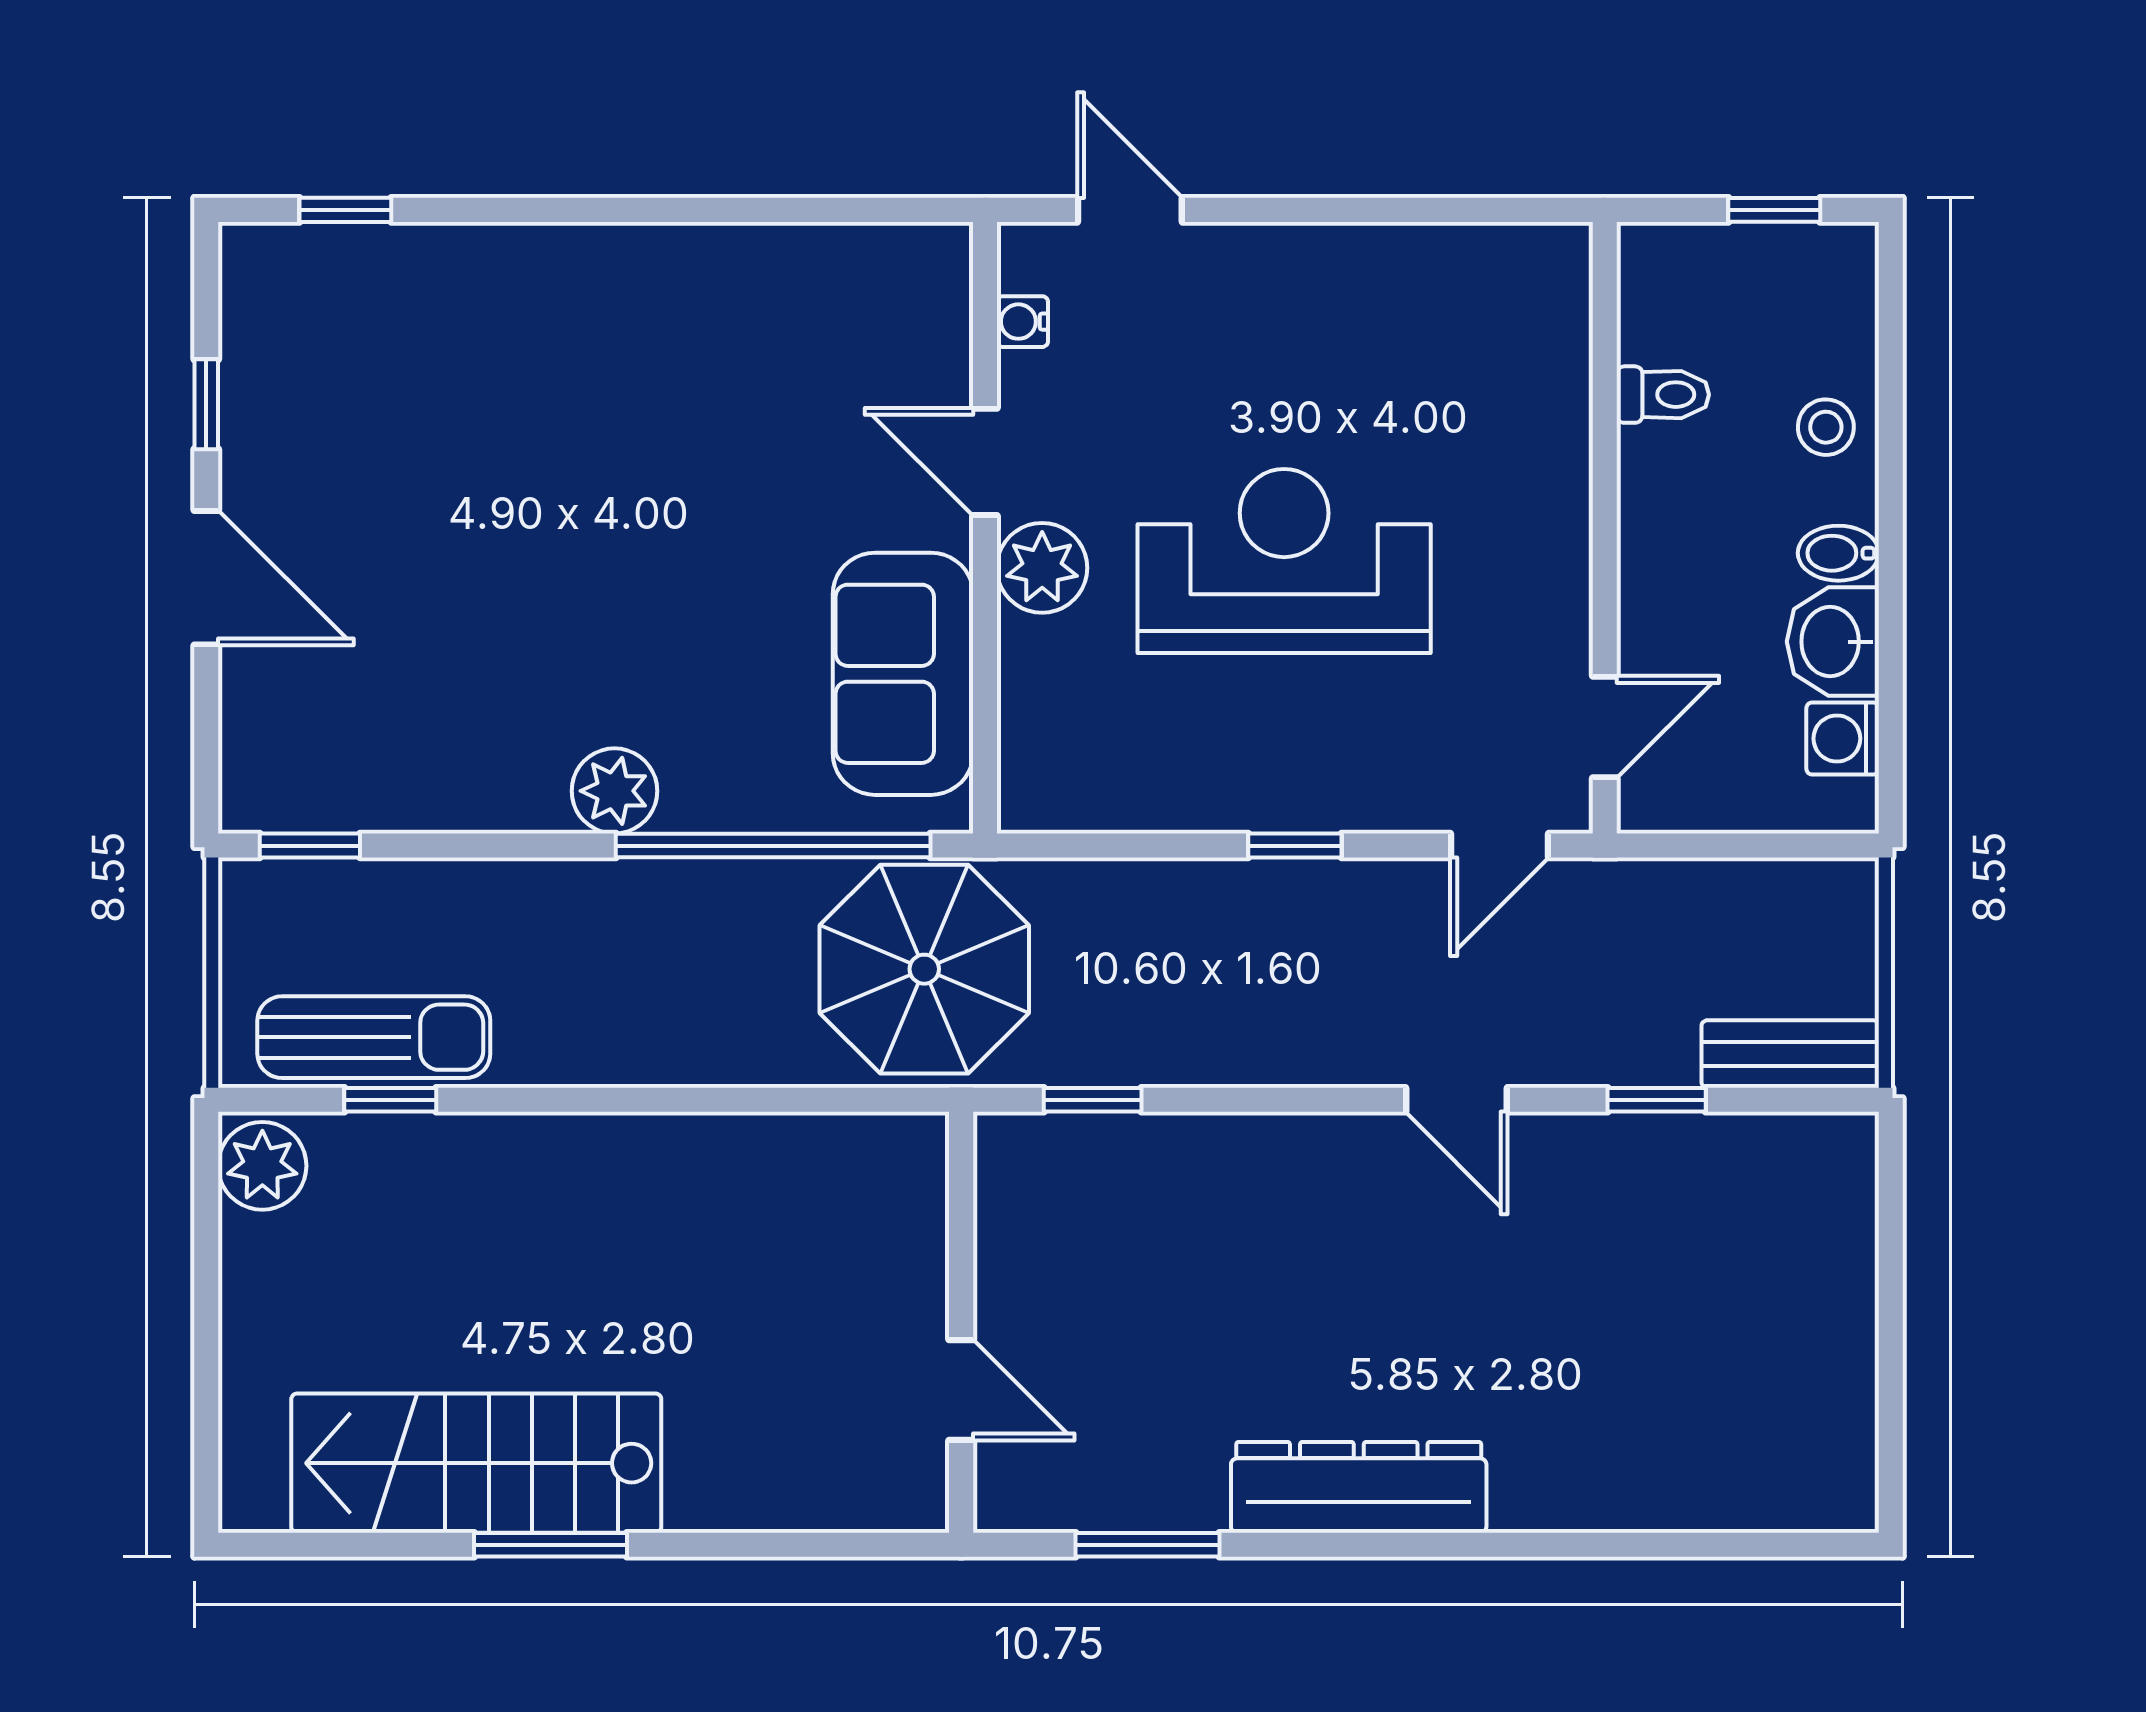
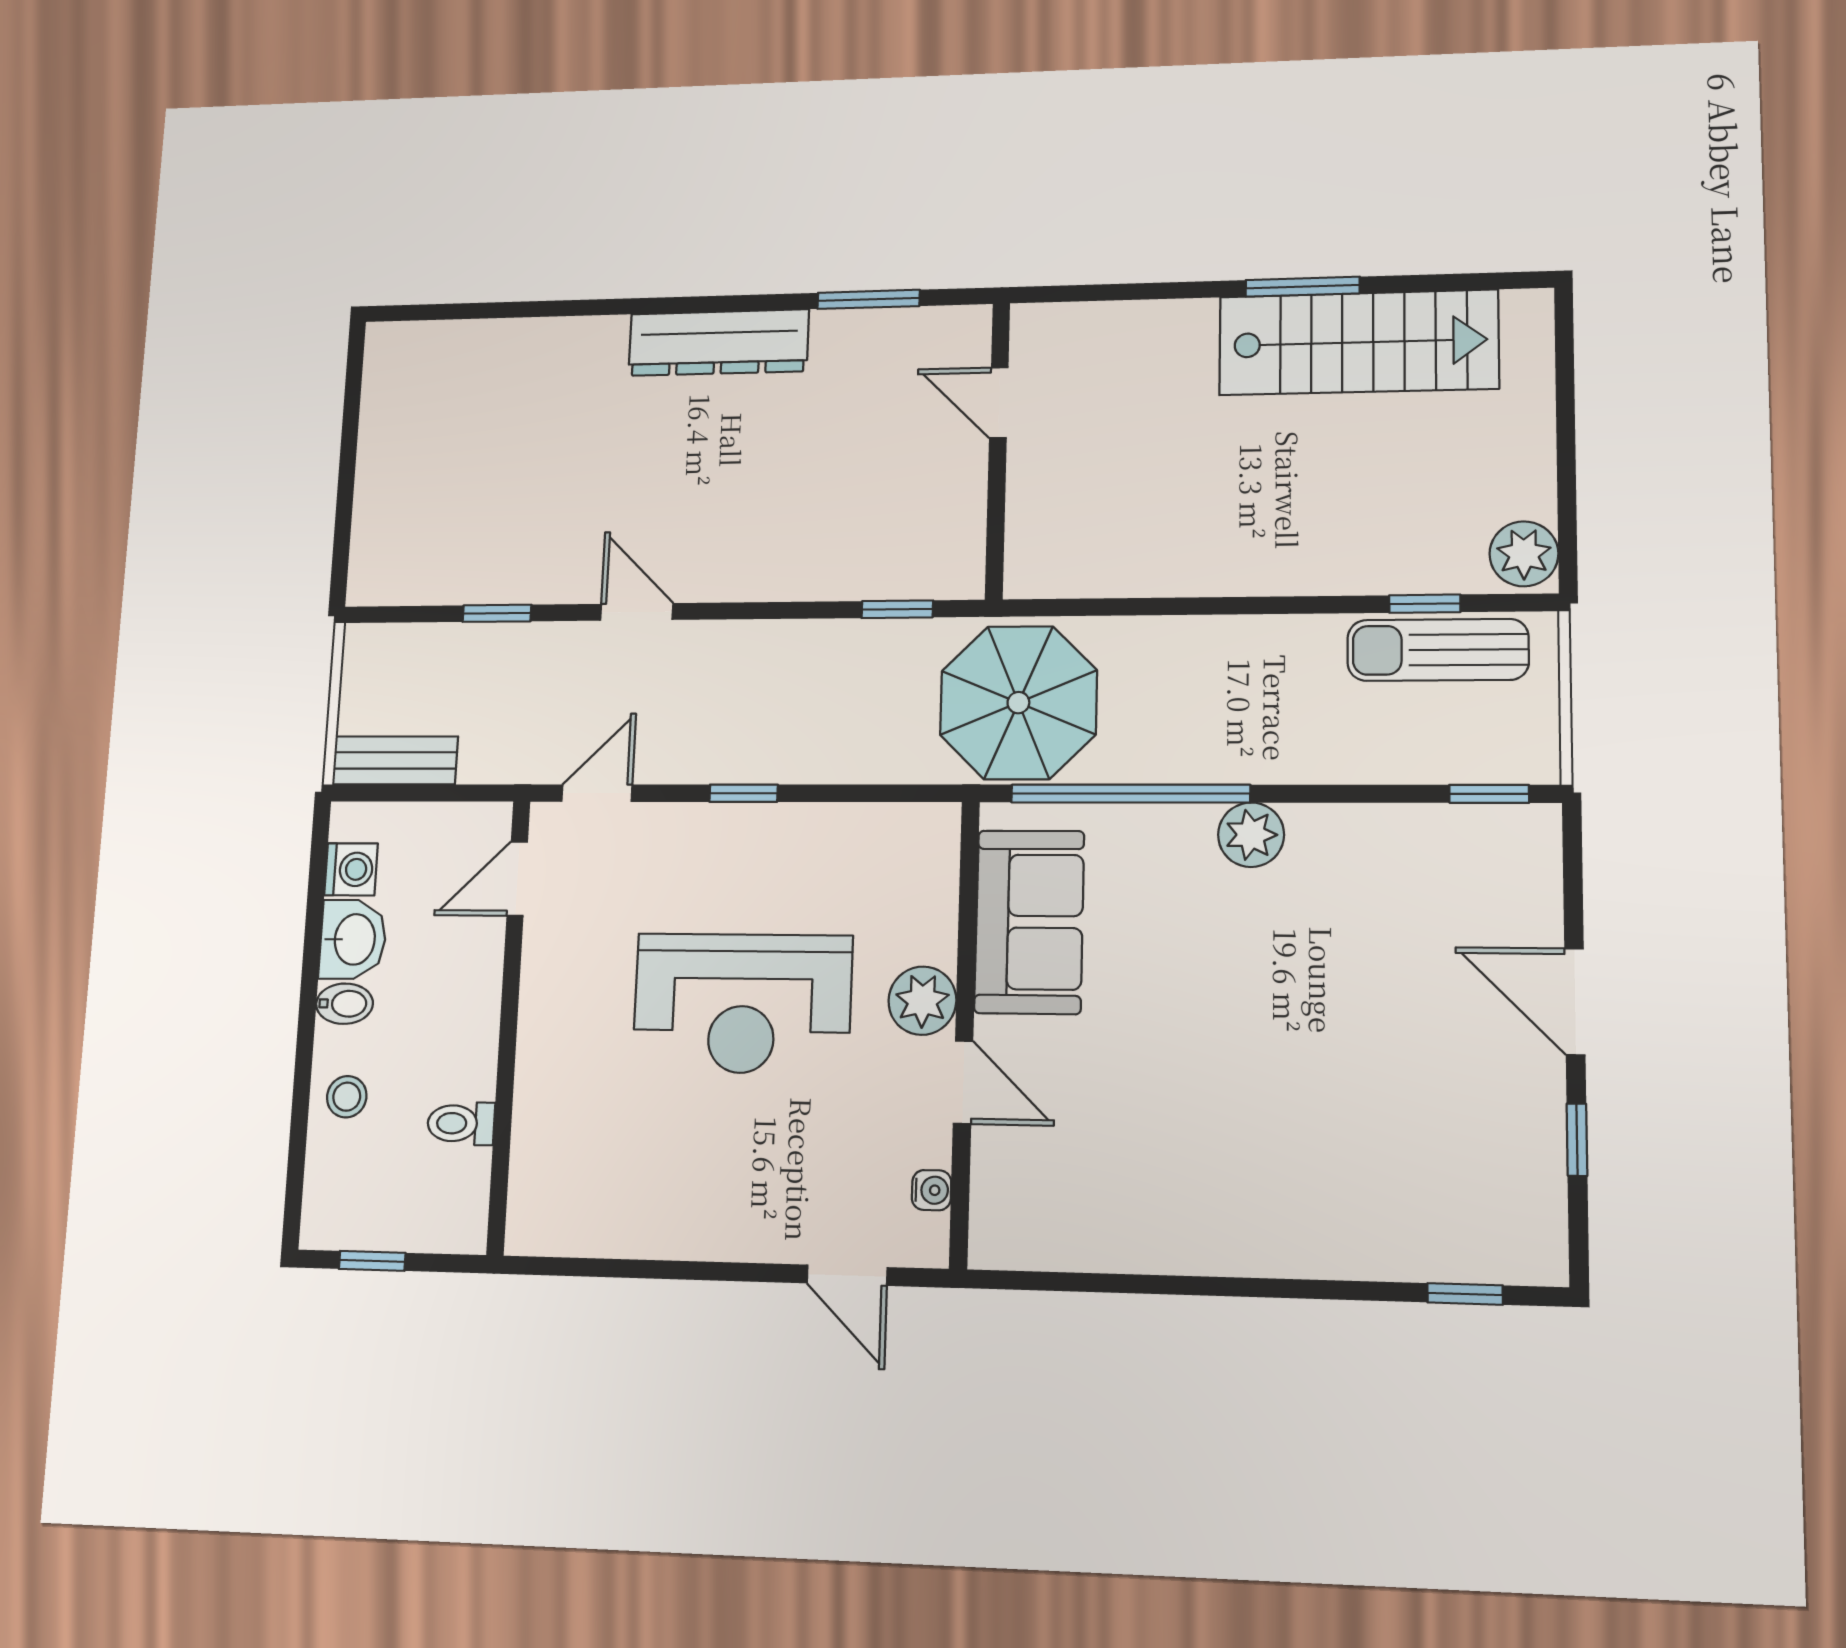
bench: (1790, 1054) -> (395, 760), moved

